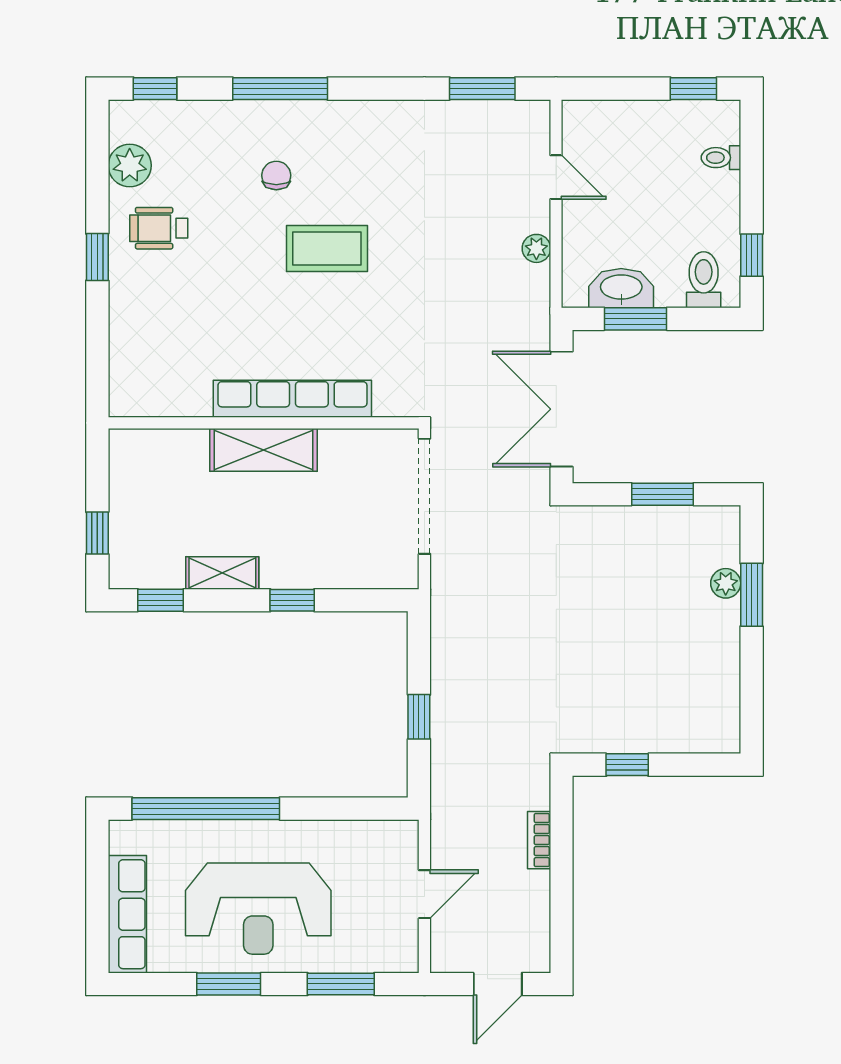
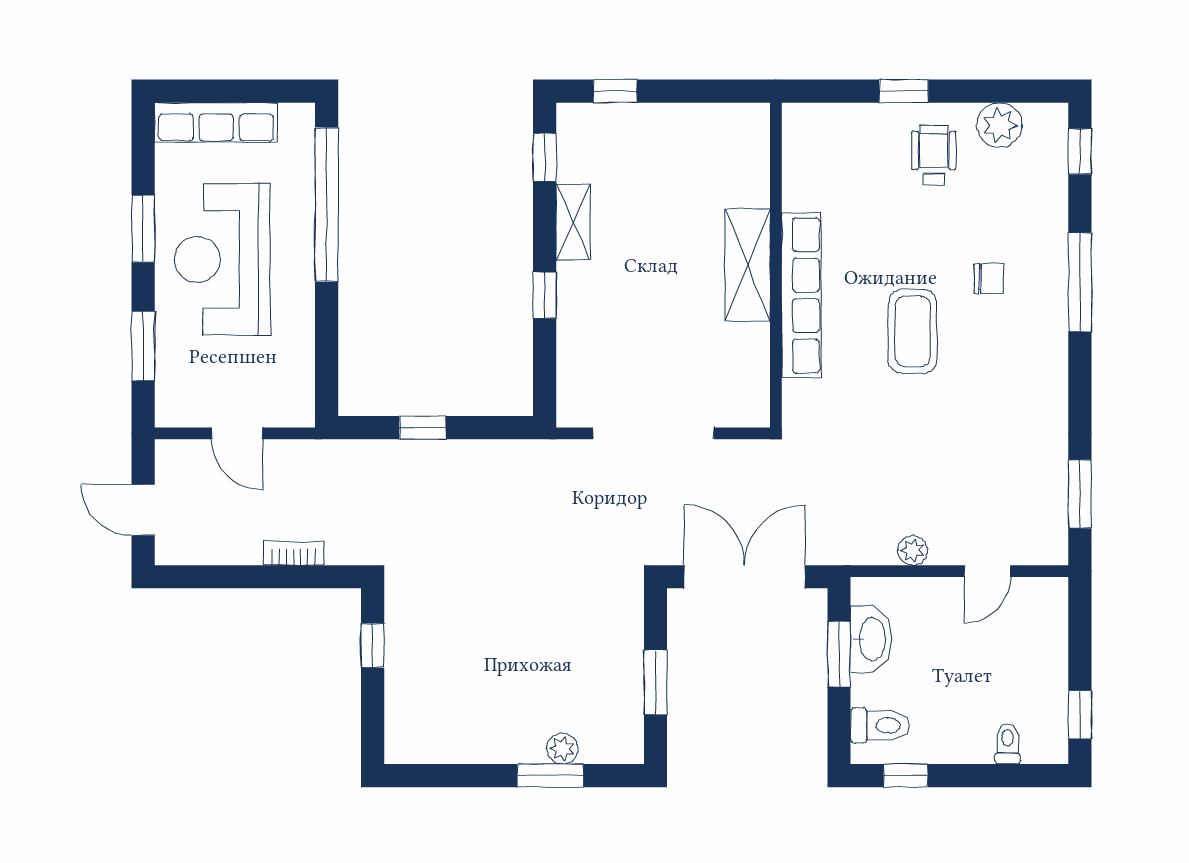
row of seats: (292, 399) -> (801, 295), moved
wall: (264, 423) -> (776, 265), moved
shelving: (263, 450) -> (748, 265), moved

